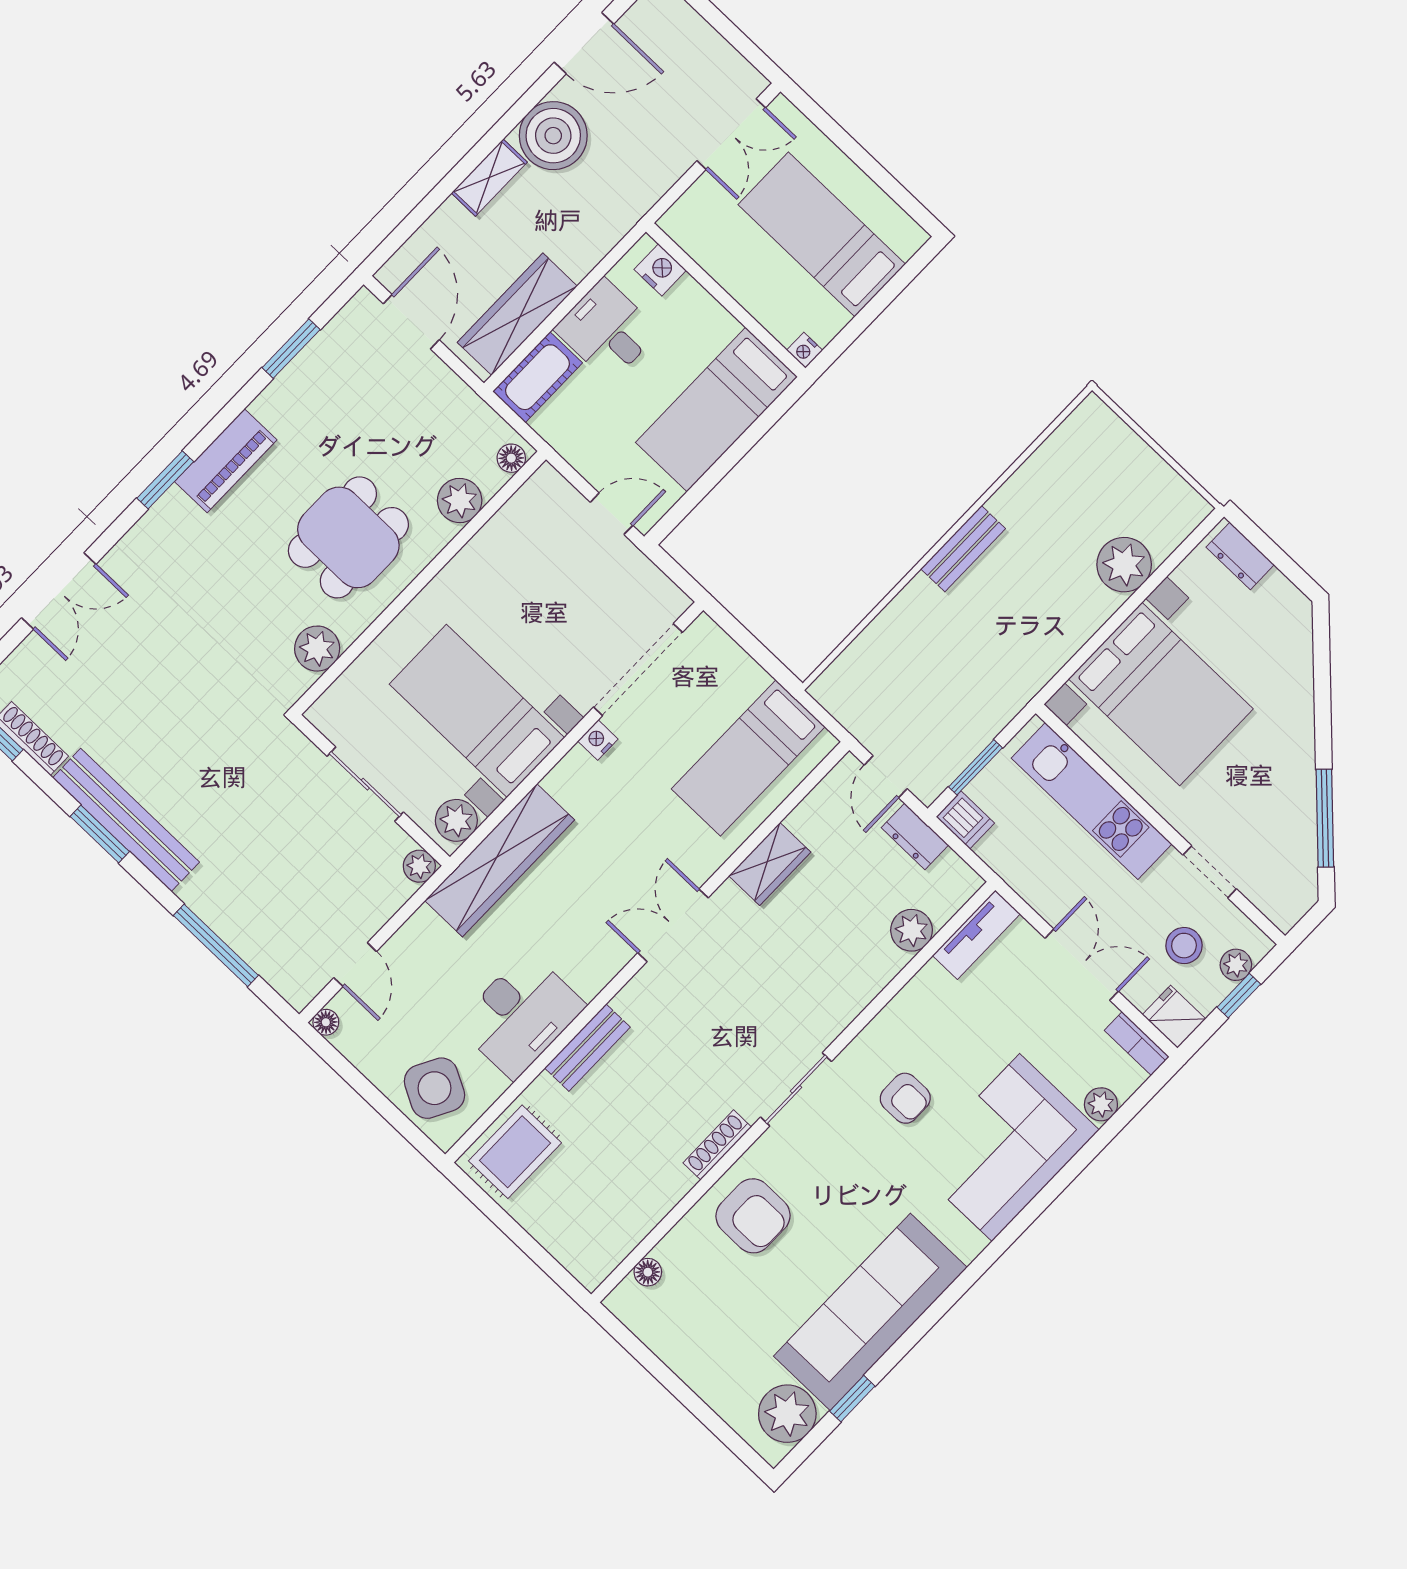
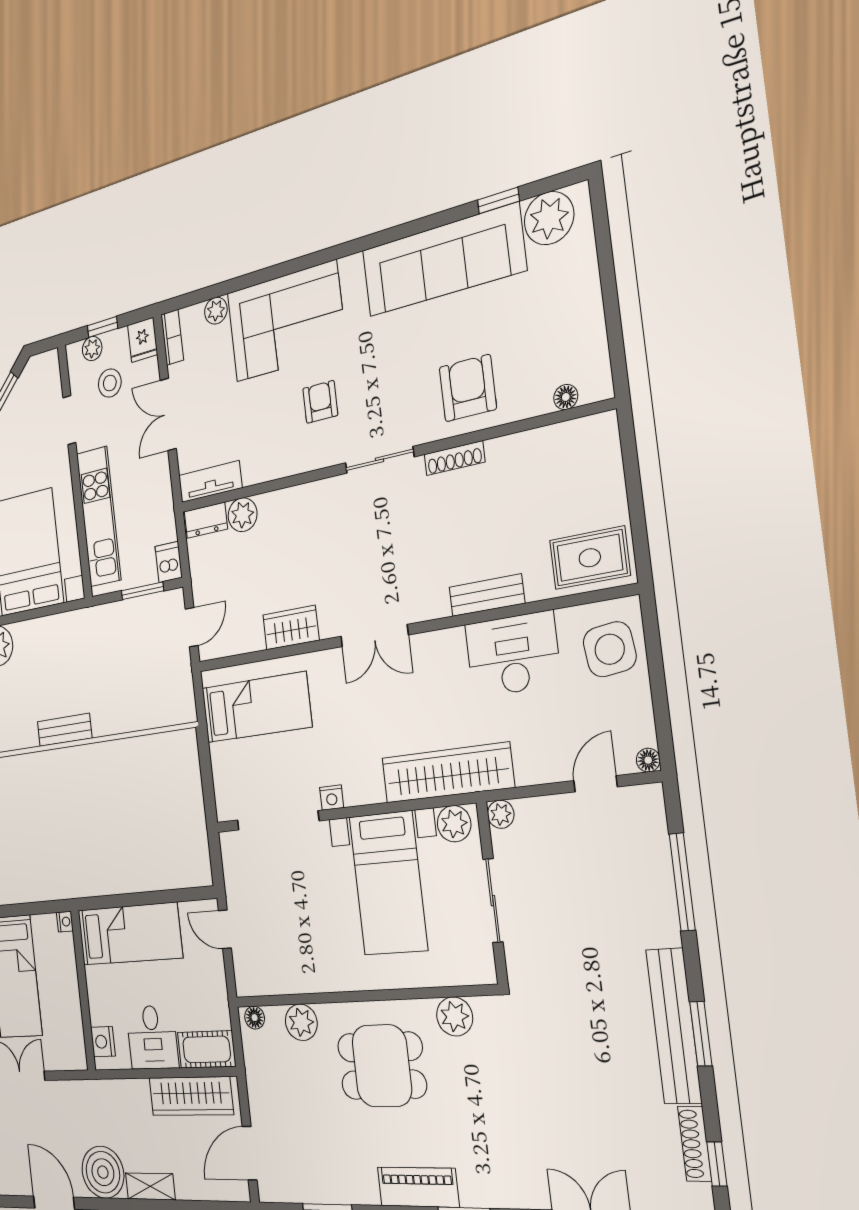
dresser: (915, 836) -> (206, 520), moved, turned 90
side table: (434, 1088) -> (610, 649), turned -35

